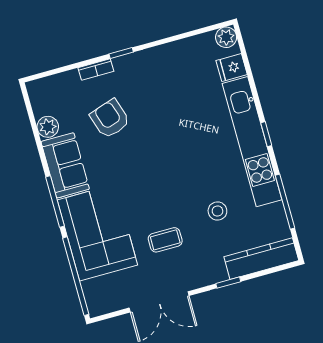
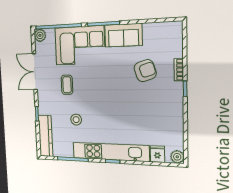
plant: (48, 127) -> (40, 35), moved

